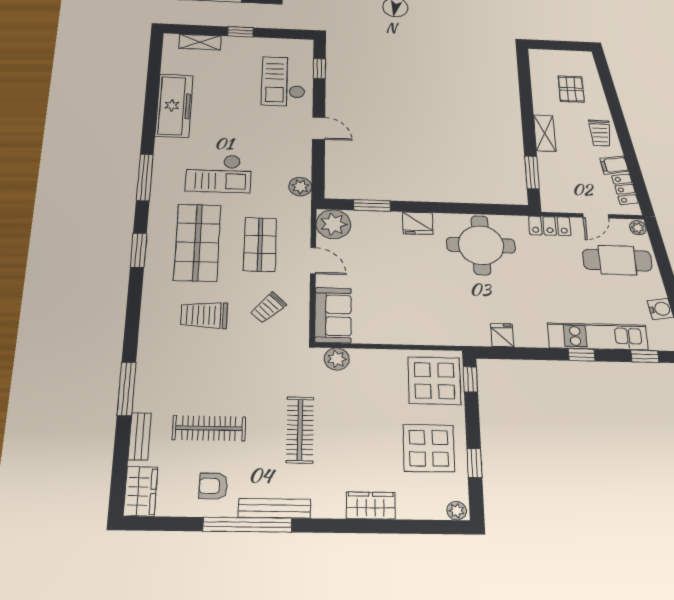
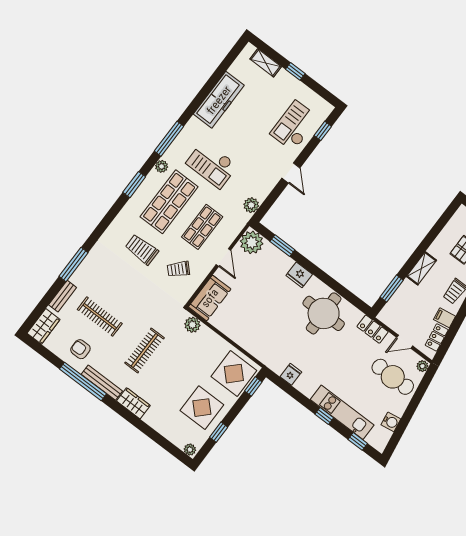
plant: (158, 211) -> (162, 166), added
wardrobe: (371, 506) -> (133, 403), moved

